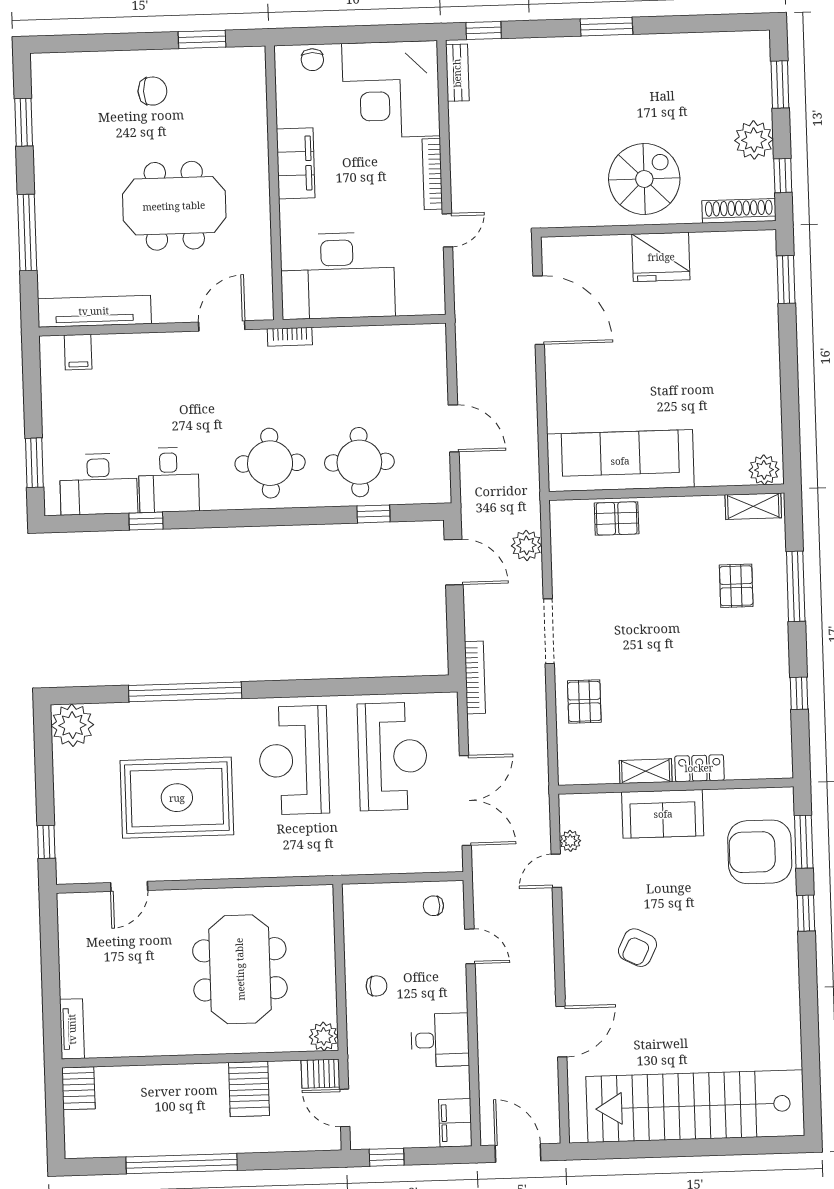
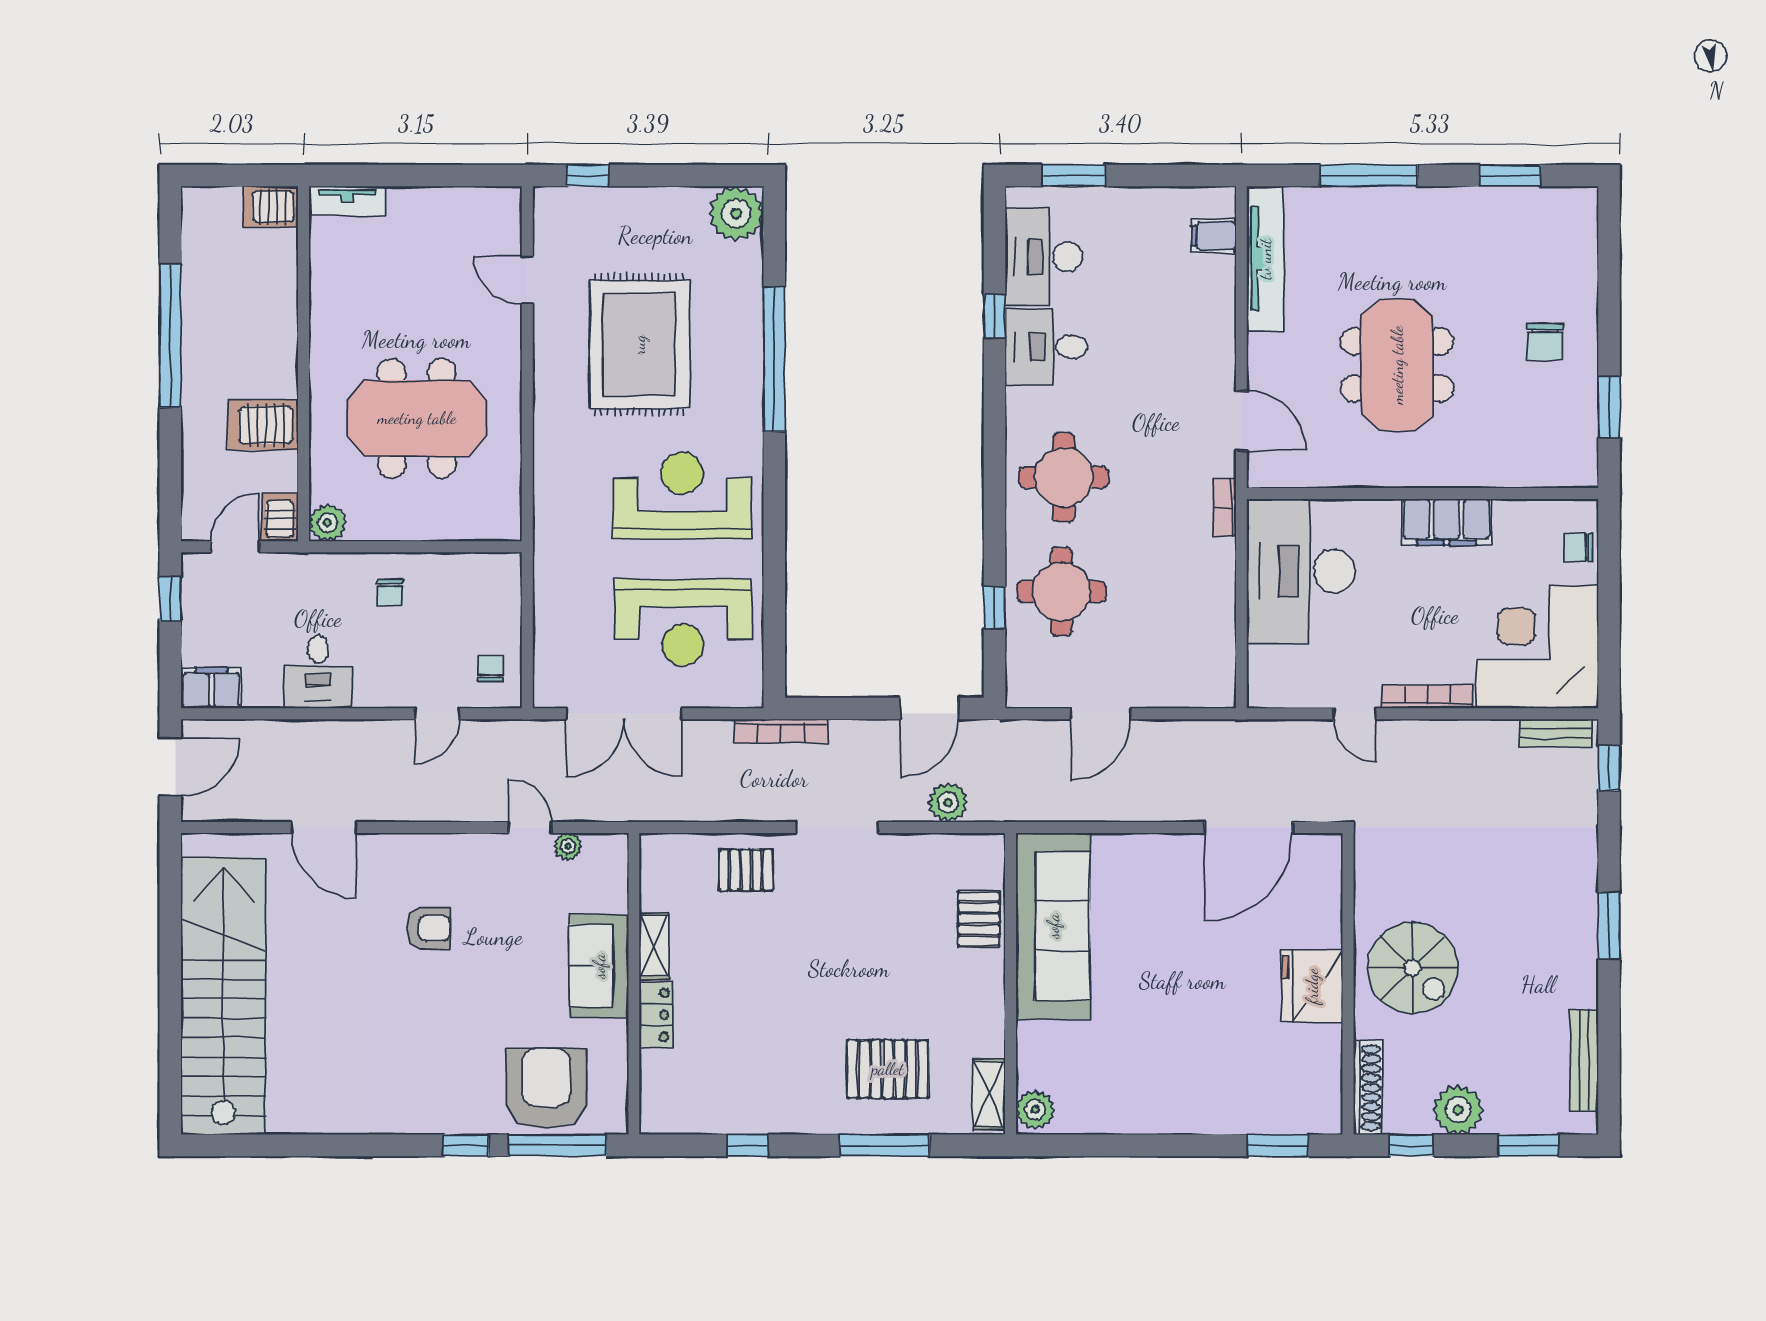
bench: (712, 43) -> (1584, 1061), added
pallet: (736, 586) -> (888, 1069), width x1.50, depth x1.42
window: (804, 842) -> (557, 1145), width x1.44
armchair: (637, 948) -> (429, 928), turned 153

